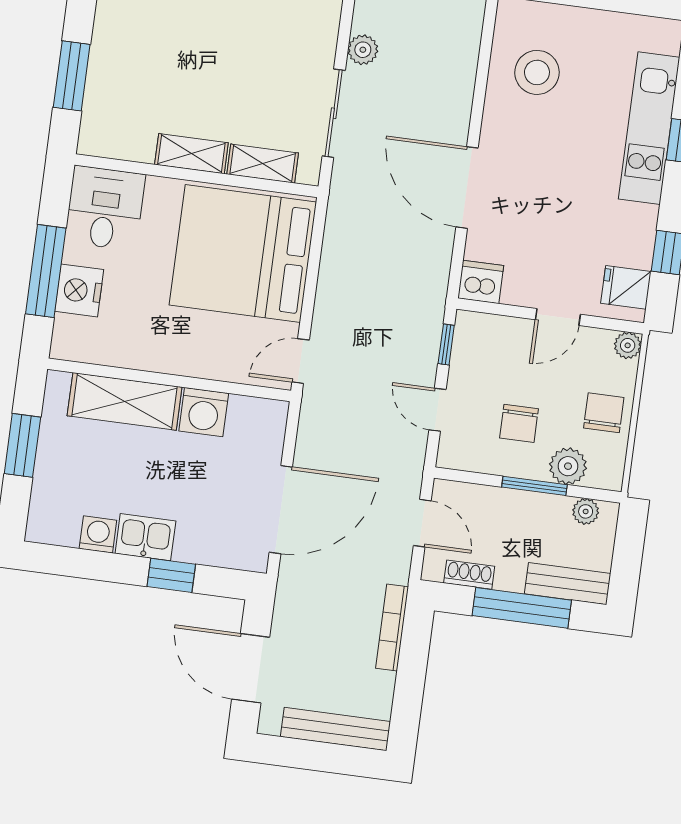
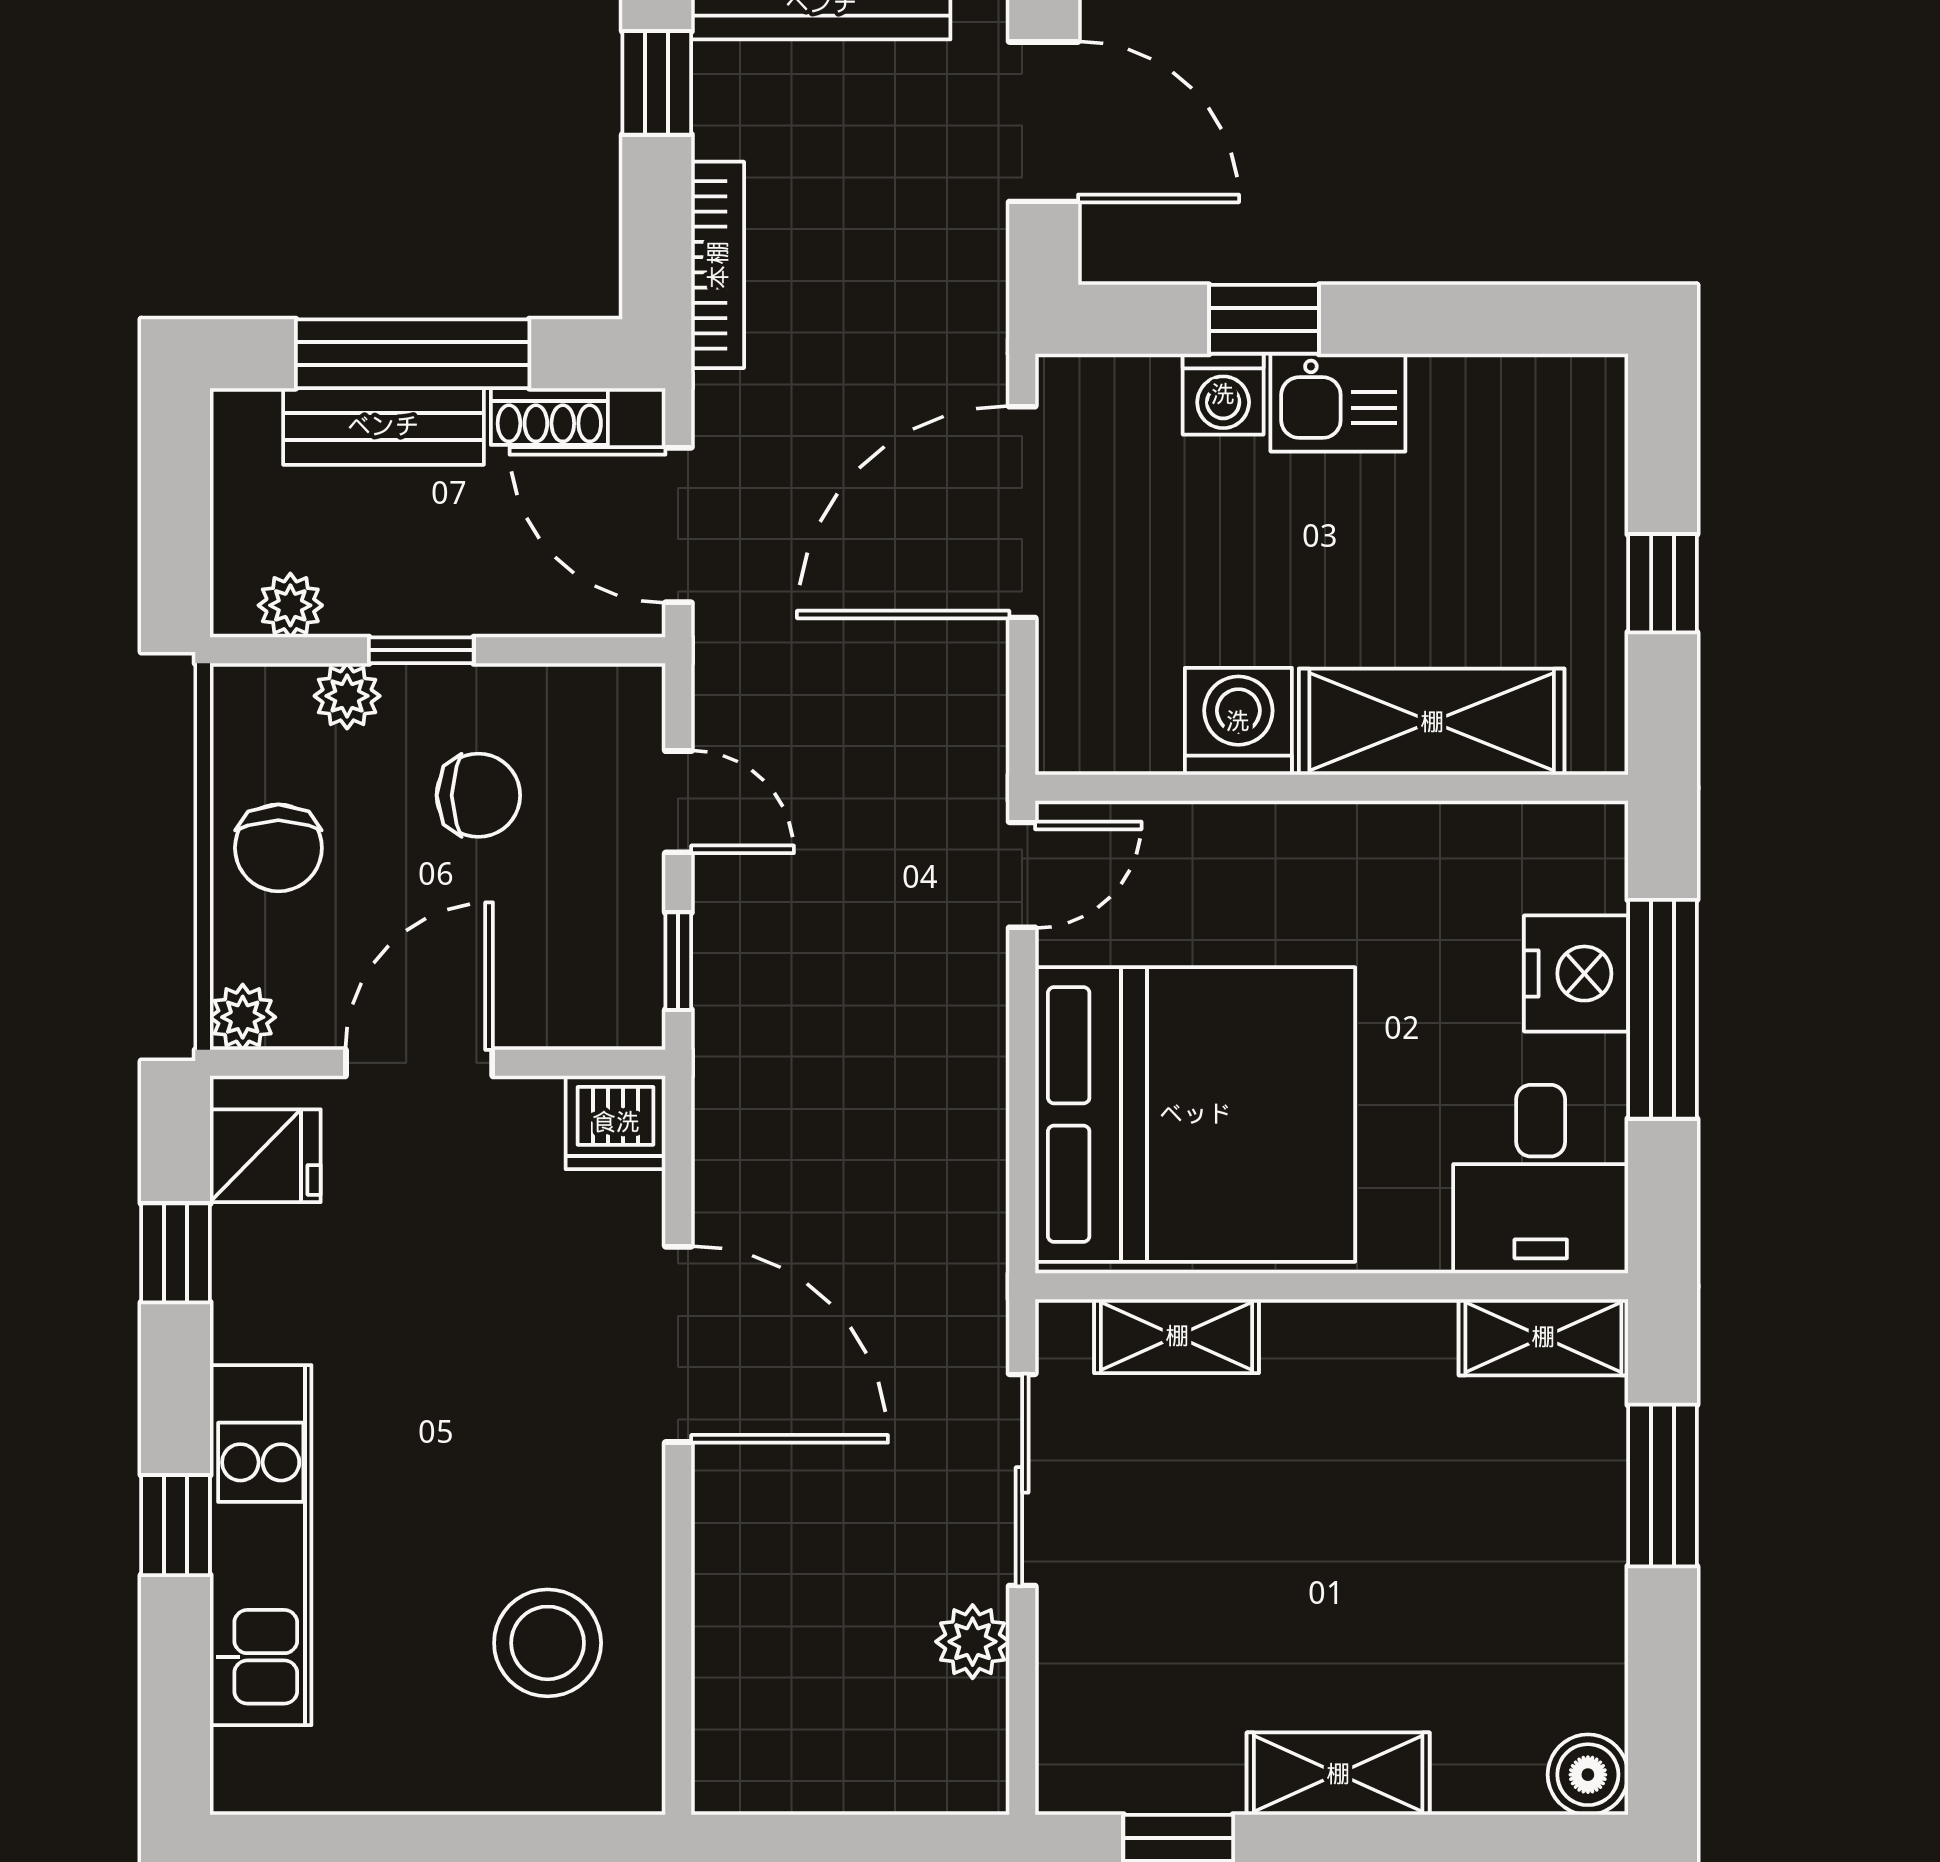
shelving: (191, 154) -> (1543, 1337), moved
door: (558, 317) -> (419, 1063), width x1.38
chair: (519, 423) -> (478, 795), turned 90
window: (22, 445) -> (1662, 583), width x0.67
plant: (568, 466) -> (347, 696), width x0.73, depth x0.73
window: (534, 486) -> (421, 650), width x0.67
door: (422, 523) -> (678, 525), width x1.38
washing machine: (98, 534) -> (1223, 394), moved
bench: (568, 584) -> (383, 426), moved
window: (407, 705) -> (657, 83), added

